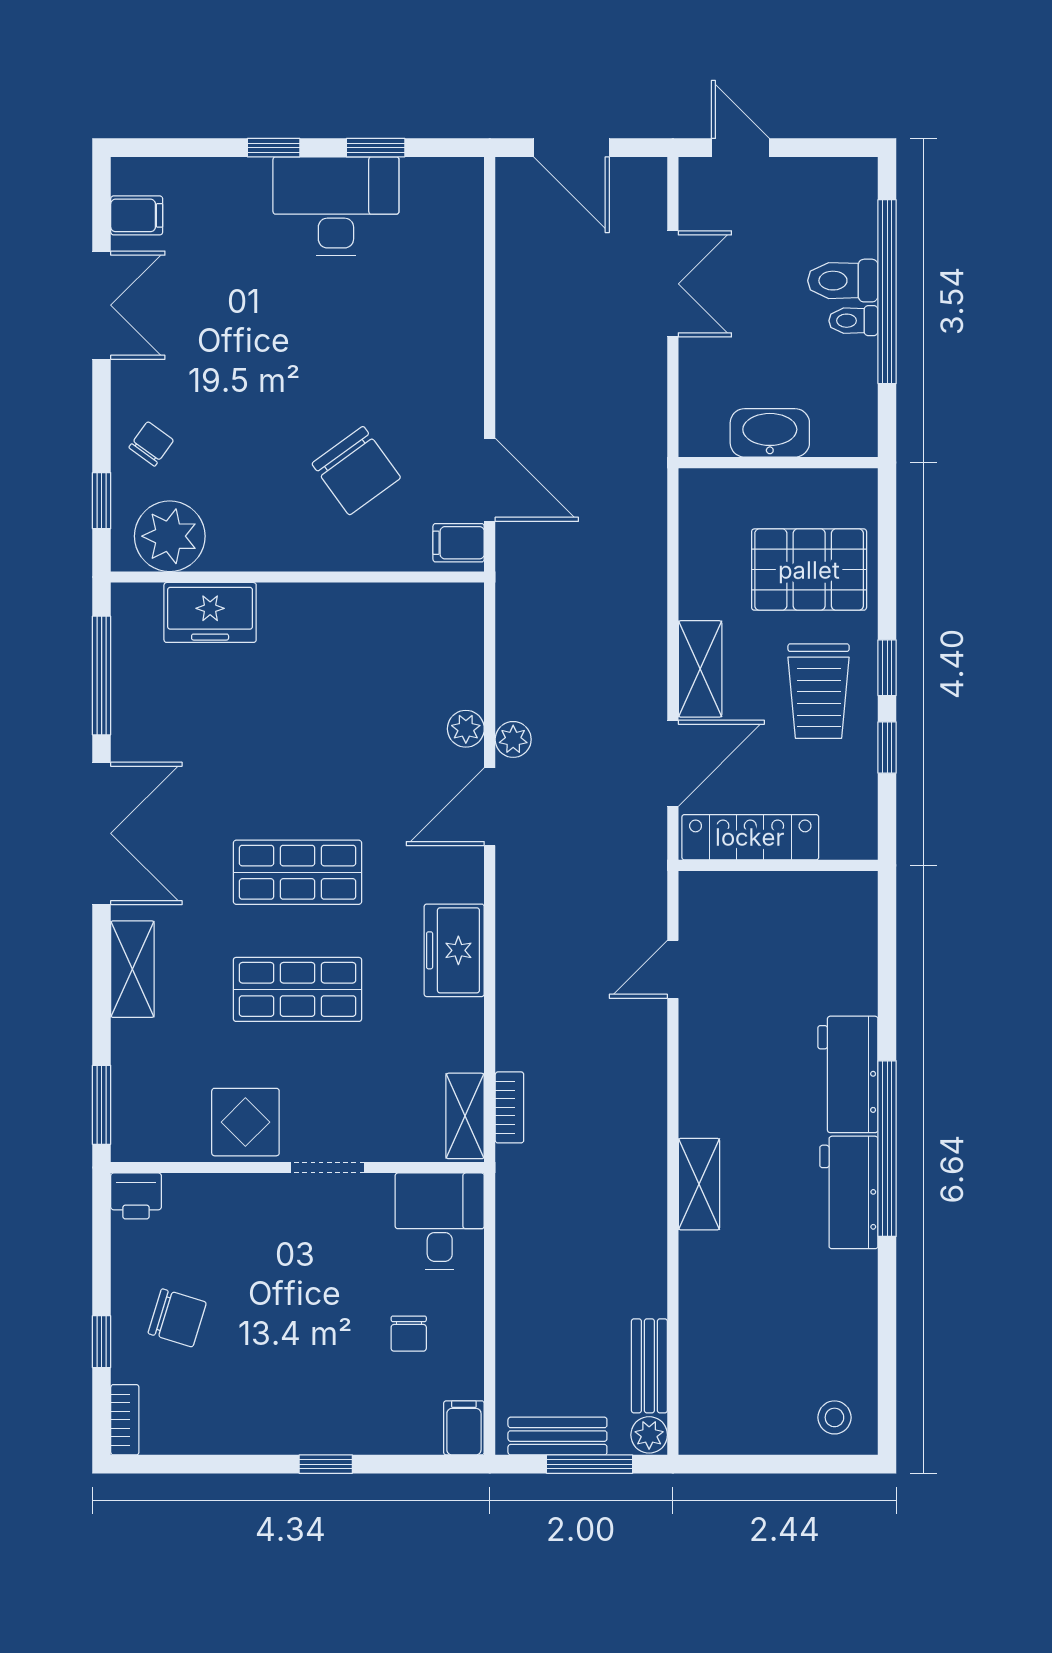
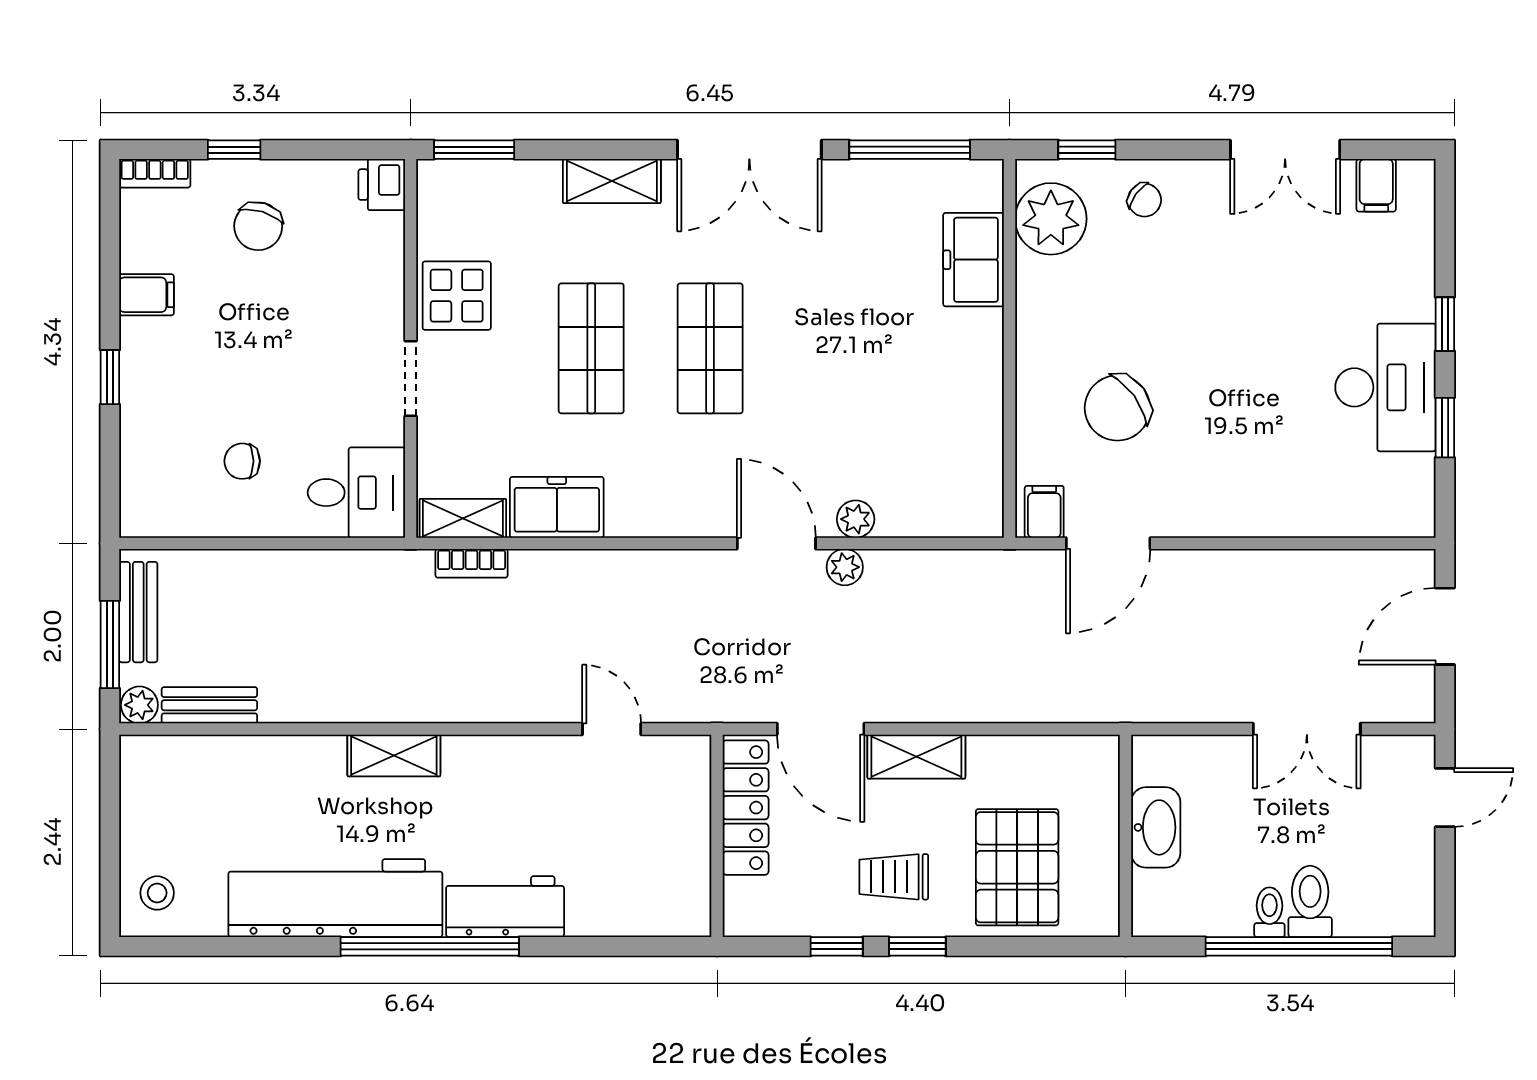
trolley: (819, 691) -> (894, 877), width x0.73, depth x0.72
freezer: (454, 950) -> (557, 507), moved
workbench: (849, 1192) -> (335, 898), width x1.88, depth x1.32
filing cabinet: (464, 1428) -> (147, 295), moved

